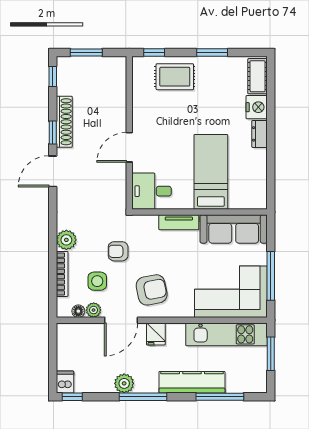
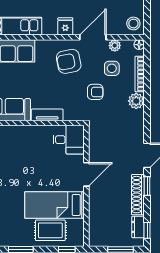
dresser: (64, 81) -> (138, 227), added
bed: (211, 172) -> (55, 205), moved, turned 90
floor lamp: (78, 311) -> (139, 45), moved
stool: (70, 338) -> (133, 24), added

